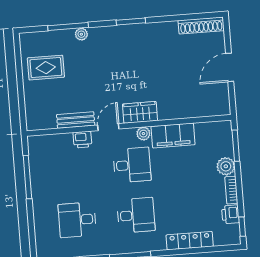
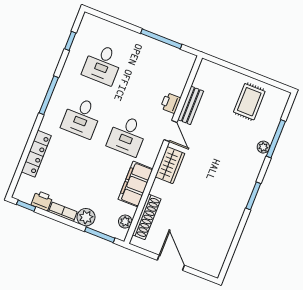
shoe rack: (201, 25) -> (147, 217), moved, turned 180
plant: (143, 134) -> (125, 222), moved
desk: (77, 220) -> (103, 64), turned 180

